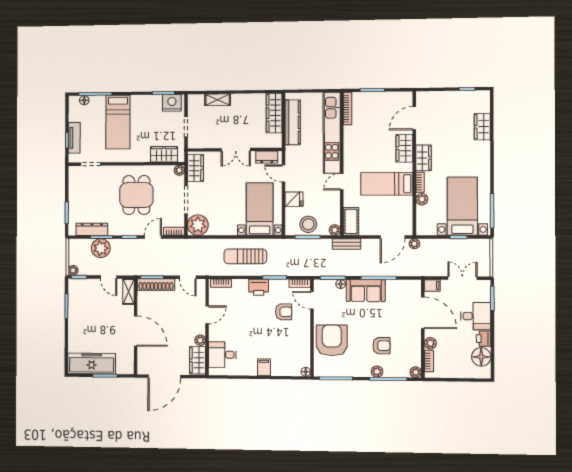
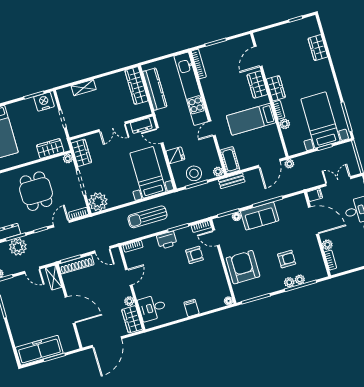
plant: (416, 372) -> (300, 279), moved

